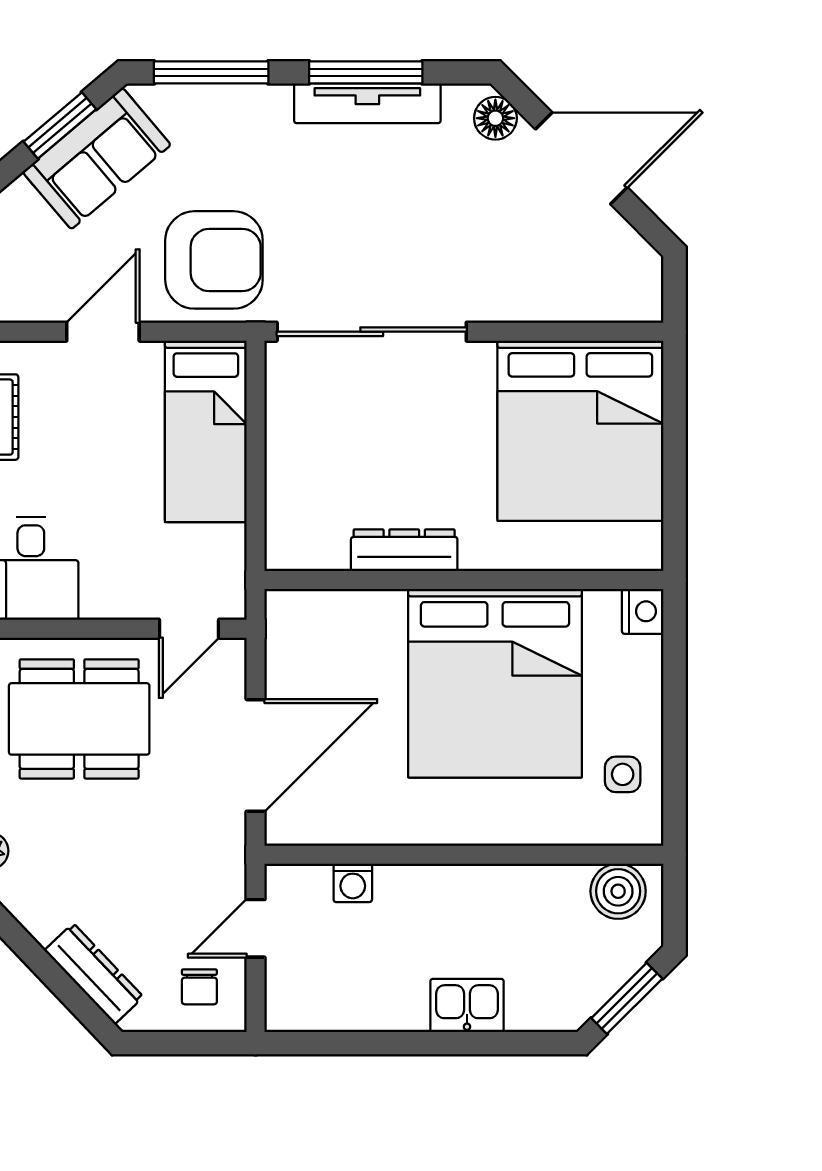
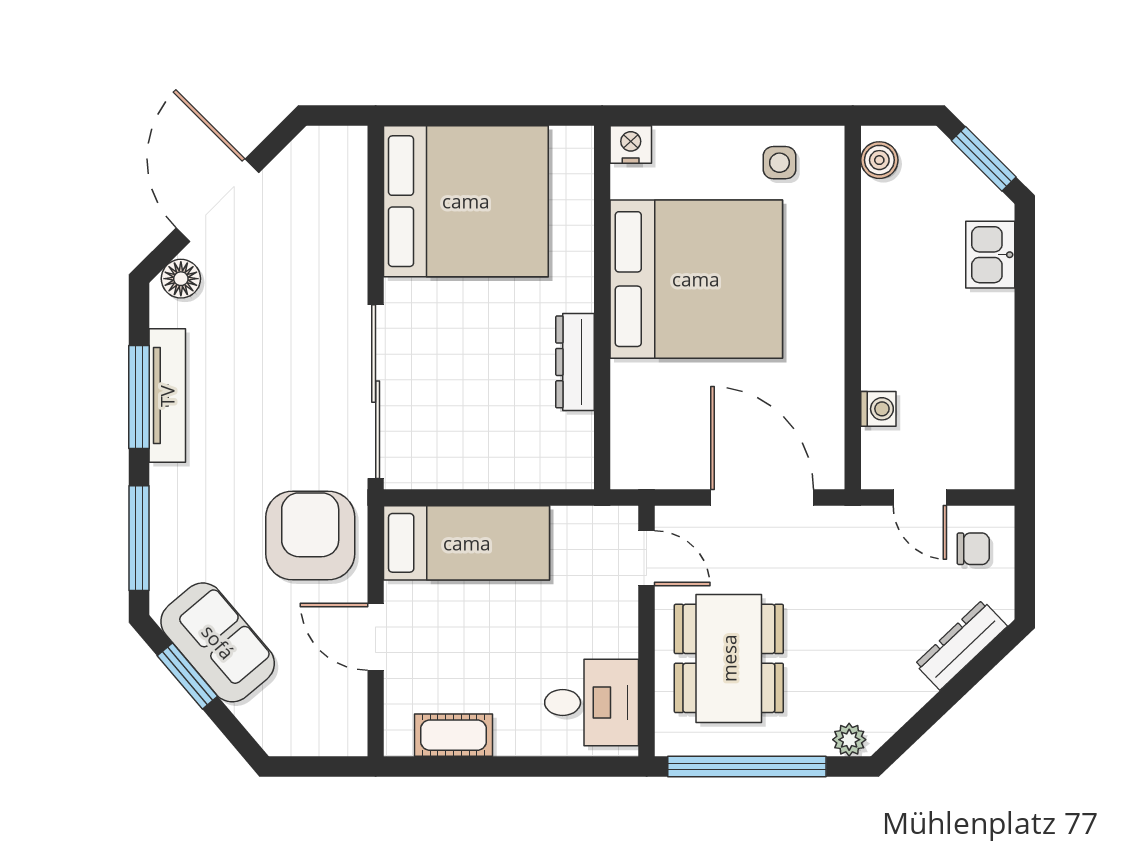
boiler: (618, 891) -> (879, 160), width x0.73, depth x0.73
kitchen sink: (467, 1005) -> (990, 255), moved

